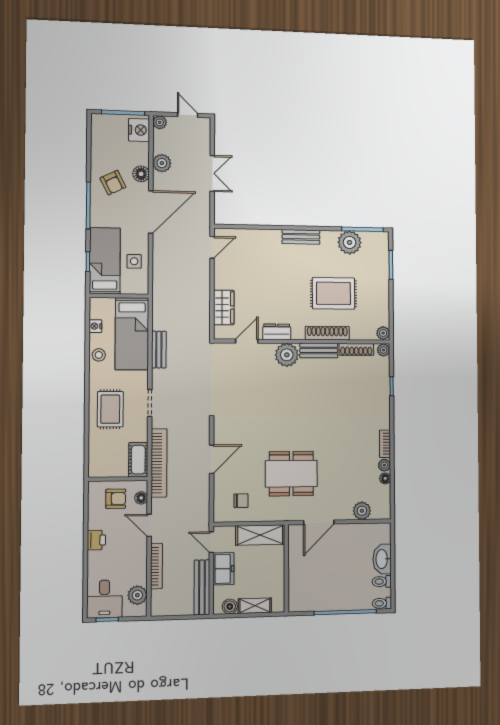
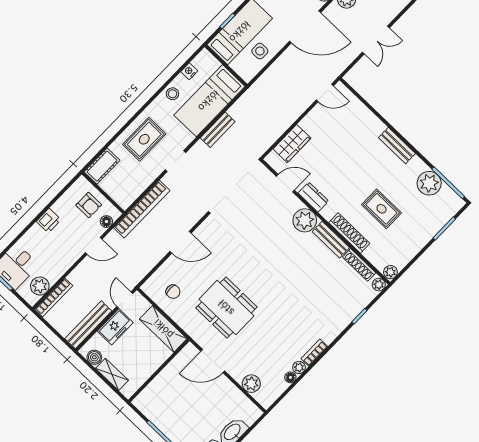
rug: (334, 293) -> (381, 209), width x0.73, depth x0.70
cot: (138, 460) -> (102, 166), moved
door: (149, 525) -> (94, 246), swing flipped
bookcase: (156, 566) -> (54, 298), moved

